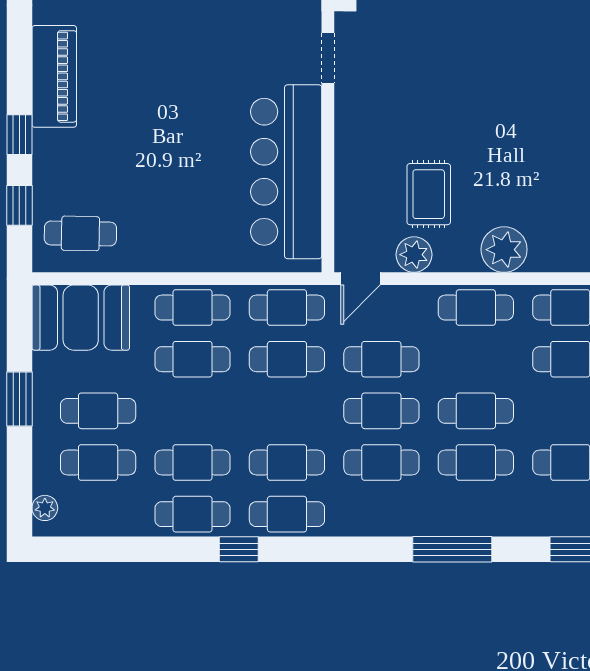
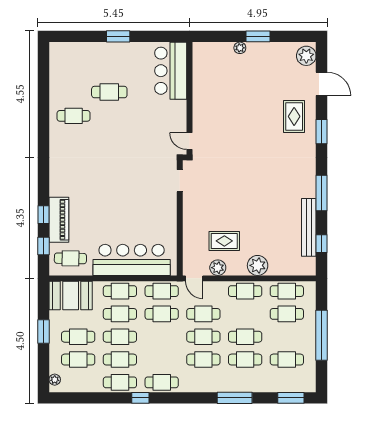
piano: (54, 76) -> (59, 220), moved
bar counter: (286, 172) -> (132, 260), moved, turned 90
rug: (429, 194) -> (224, 241), turned 90
door: (361, 279) -> (194, 278), hinge flipped
cafe table: (287, 462) -> (120, 337), moved

